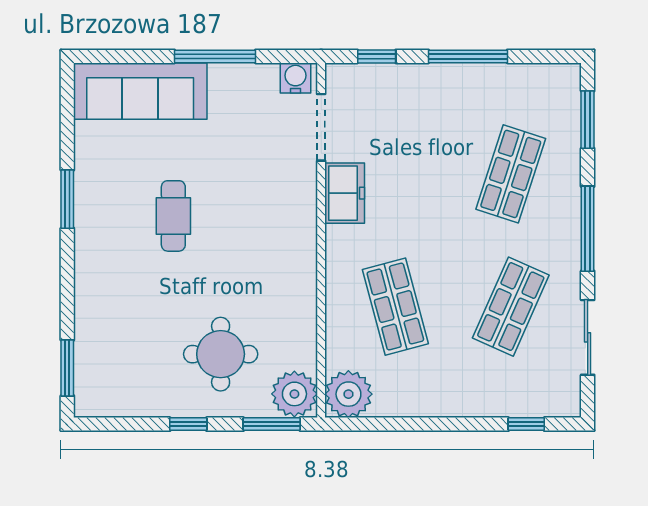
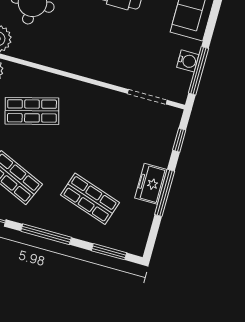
window: (215, 56) -> (198, 71), moved
water cooler: (295, 78) -> (188, 61), moved
freezer: (345, 193) -> (151, 184), moved, turned 90

